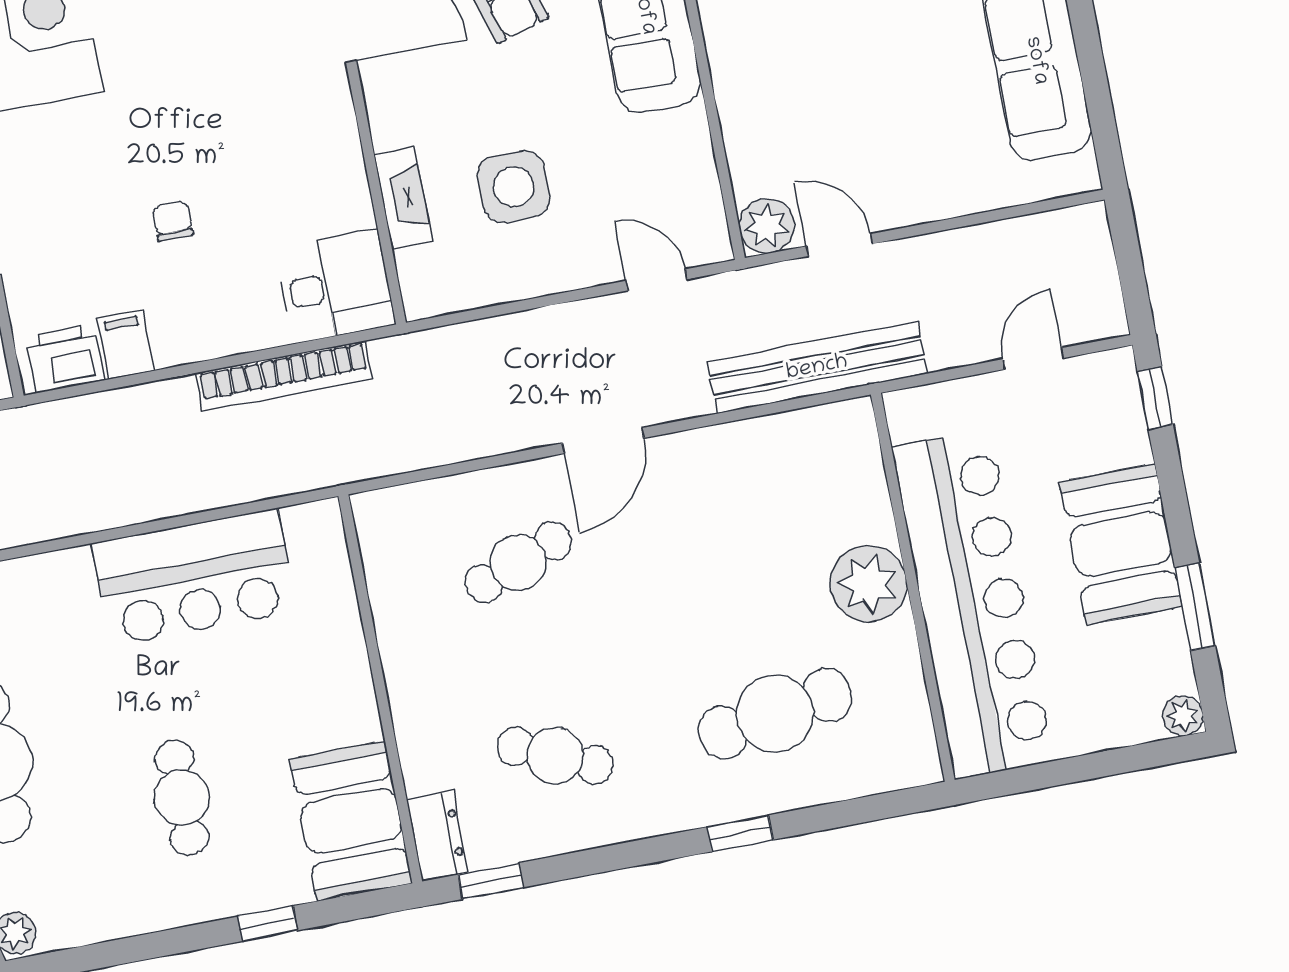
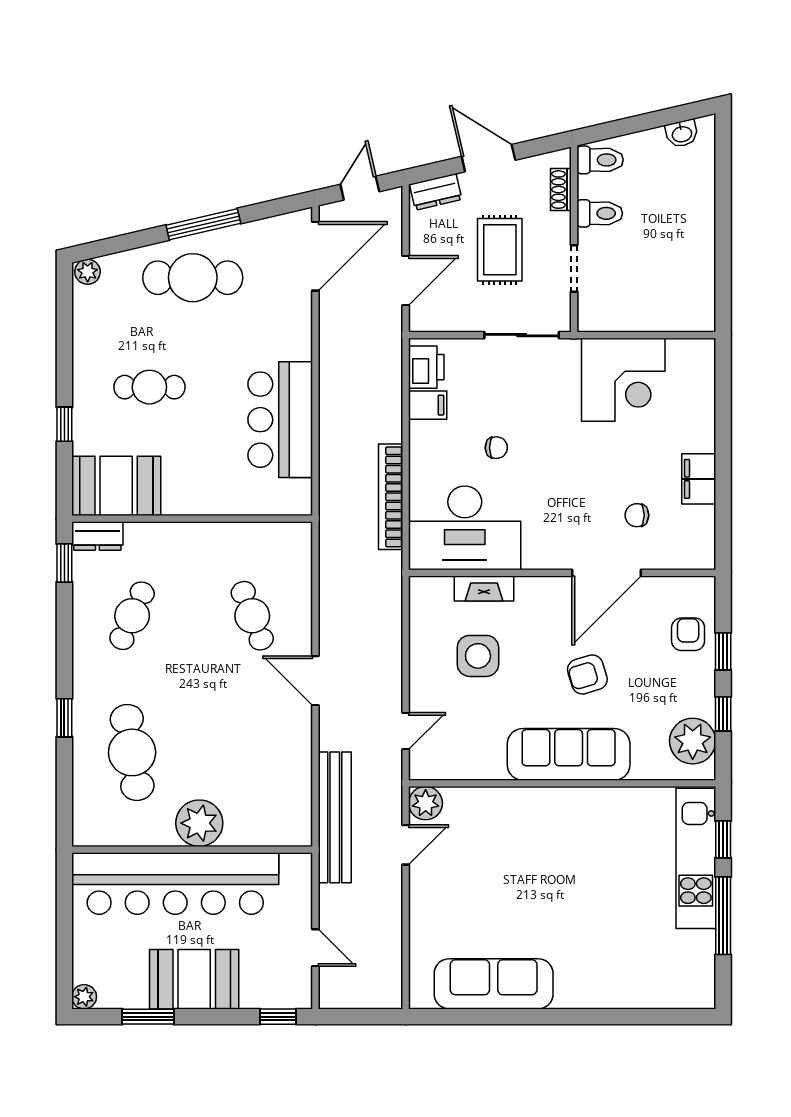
desk: (335, 286) -> (465, 528), width x1.87, depth x1.30

